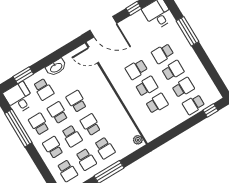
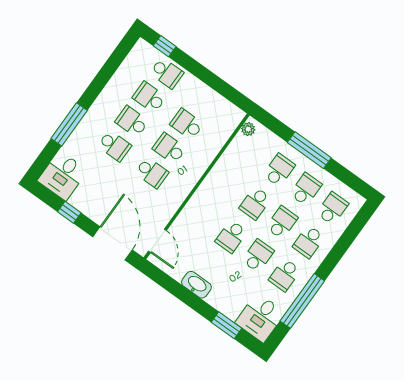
school desk: (44, 89) -> (234, 289), removed
school desk: (58, 113) -> (258, 256), turned 180

